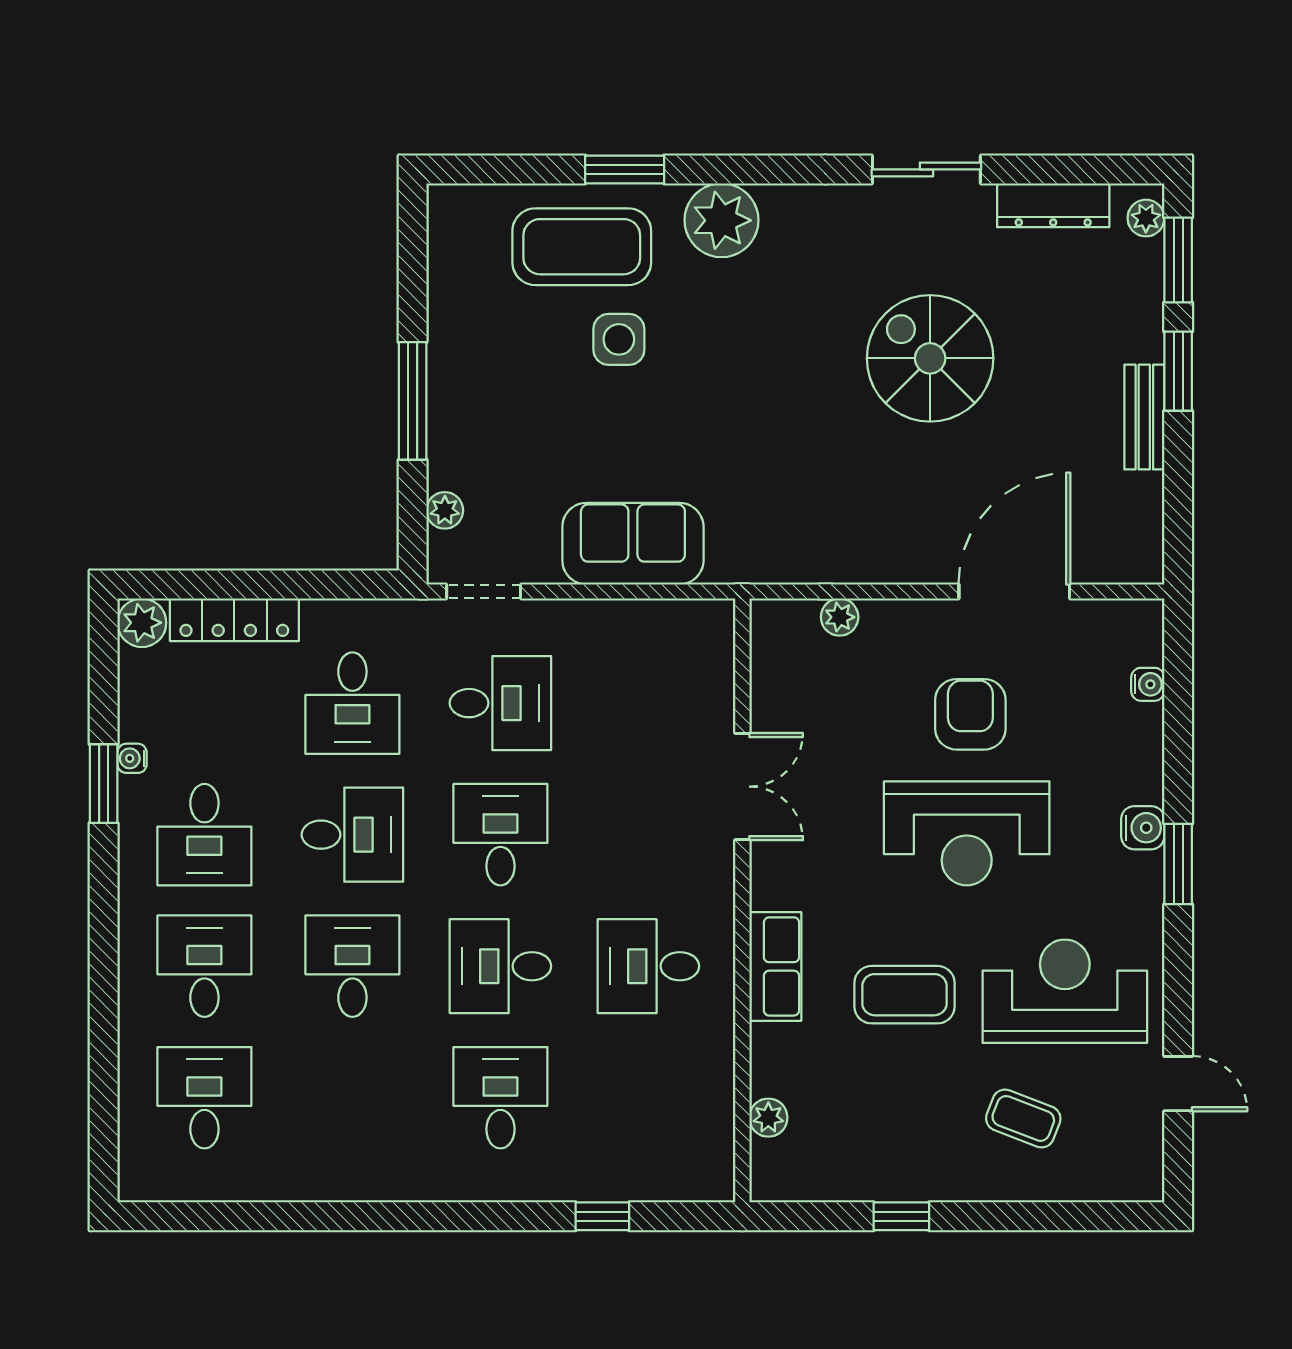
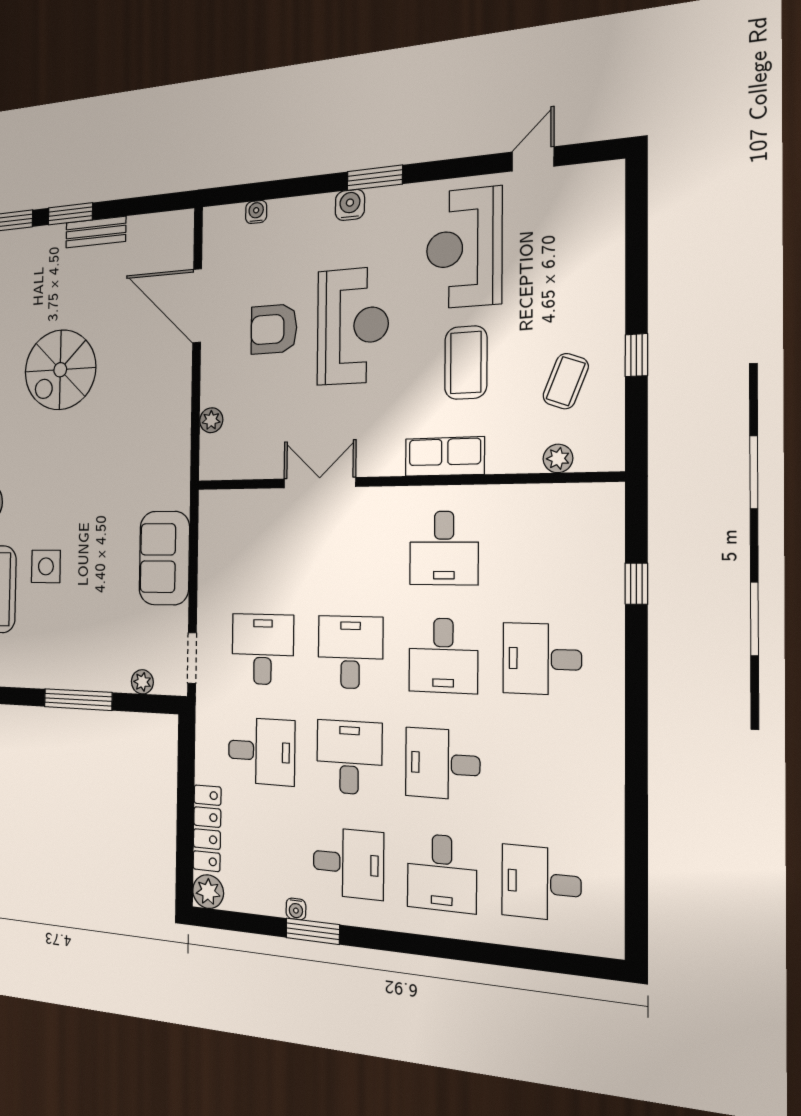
desk: (500, 835) -> (350, 652), turned 90
desk: (204, 966) -> (442, 873), turned -90
coffee table: (1023, 1118) -> (566, 381), moved

